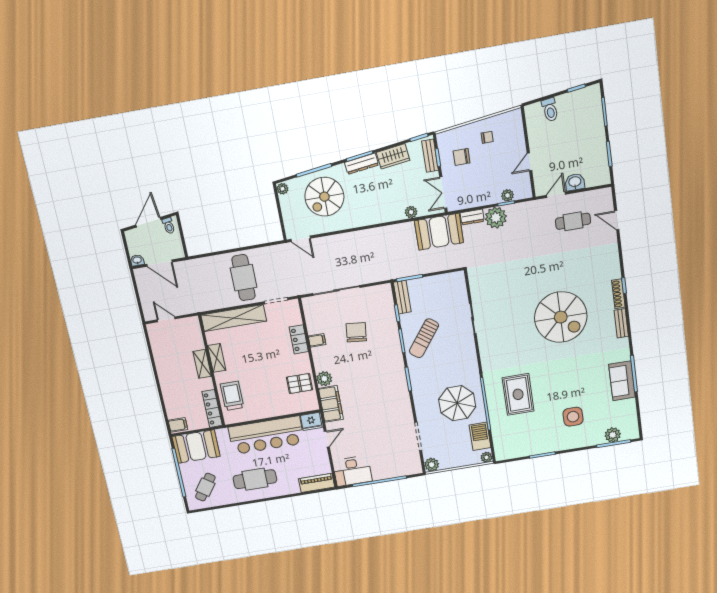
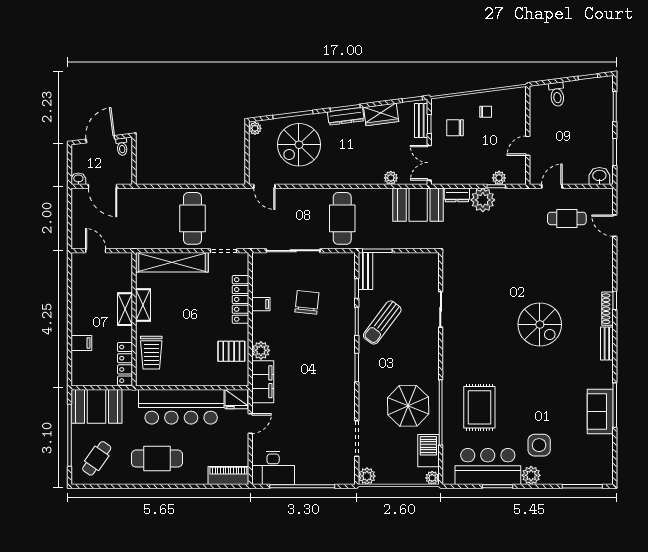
washbasin: (575, 182) -> (599, 176), moved
cafe table: (374, 255) -> (342, 218), added
spiral stairs: (561, 317) -> (540, 325), width x0.73, depth x0.73
locker: (299, 339) -> (240, 299), width x1.53
trolley: (232, 396) -> (151, 353), turned 180
filing cabinet: (178, 425) -> (81, 343), moved
plant: (613, 435) -> (531, 475), moved
bar counter: (532, 441) -> (488, 466), added

